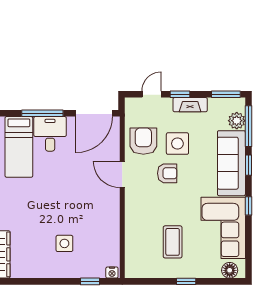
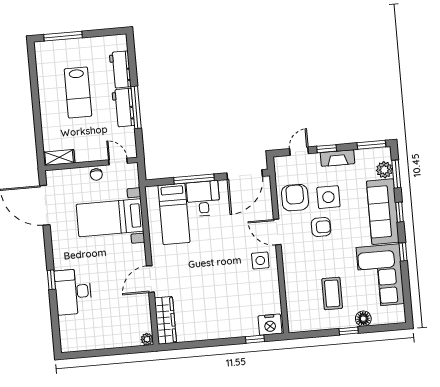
window: (248, 126) -> (396, 174), width x0.69
side table: (64, 243) -> (260, 260), moved
floor lamp: (230, 270) -> (363, 319), moved
nightstand: (112, 273) -> (270, 325), width x1.89, depth x1.79

